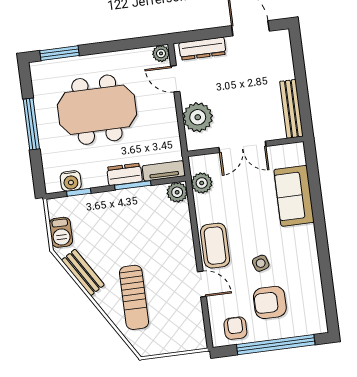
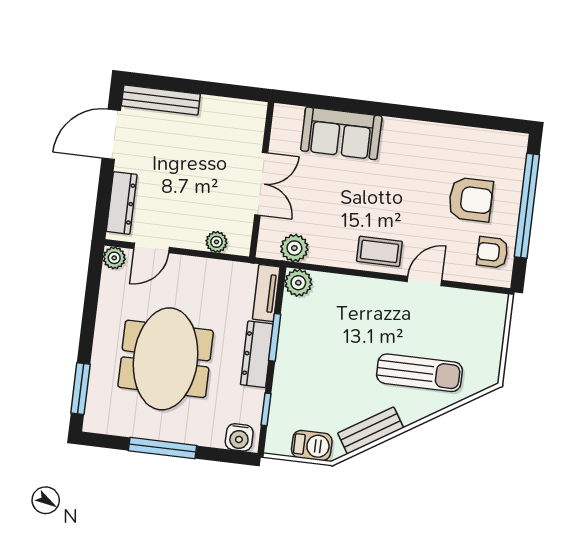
bench: (291, 109) -> (161, 100), moved
plant: (198, 117) -> (217, 242), width x0.53, depth x0.53
dresser: (125, 174) -> (257, 354), width x1.44
water cooler: (71, 181) -> (239, 437), moved, turned 90
coffee table: (215, 246) -> (379, 251), width x0.73, depth x0.77
side table: (261, 263) -> (417, 198), removed
armchair: (270, 302) -> (471, 199), turned -90

